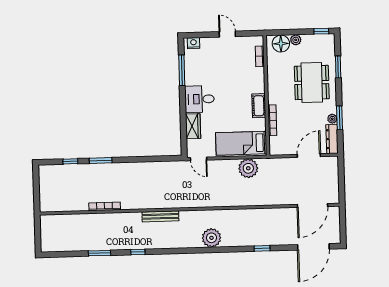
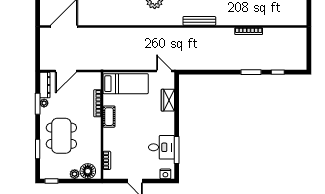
desk: (200, 99) -> (161, 147), moved
plant: (248, 168) -> (120, 61), removed

